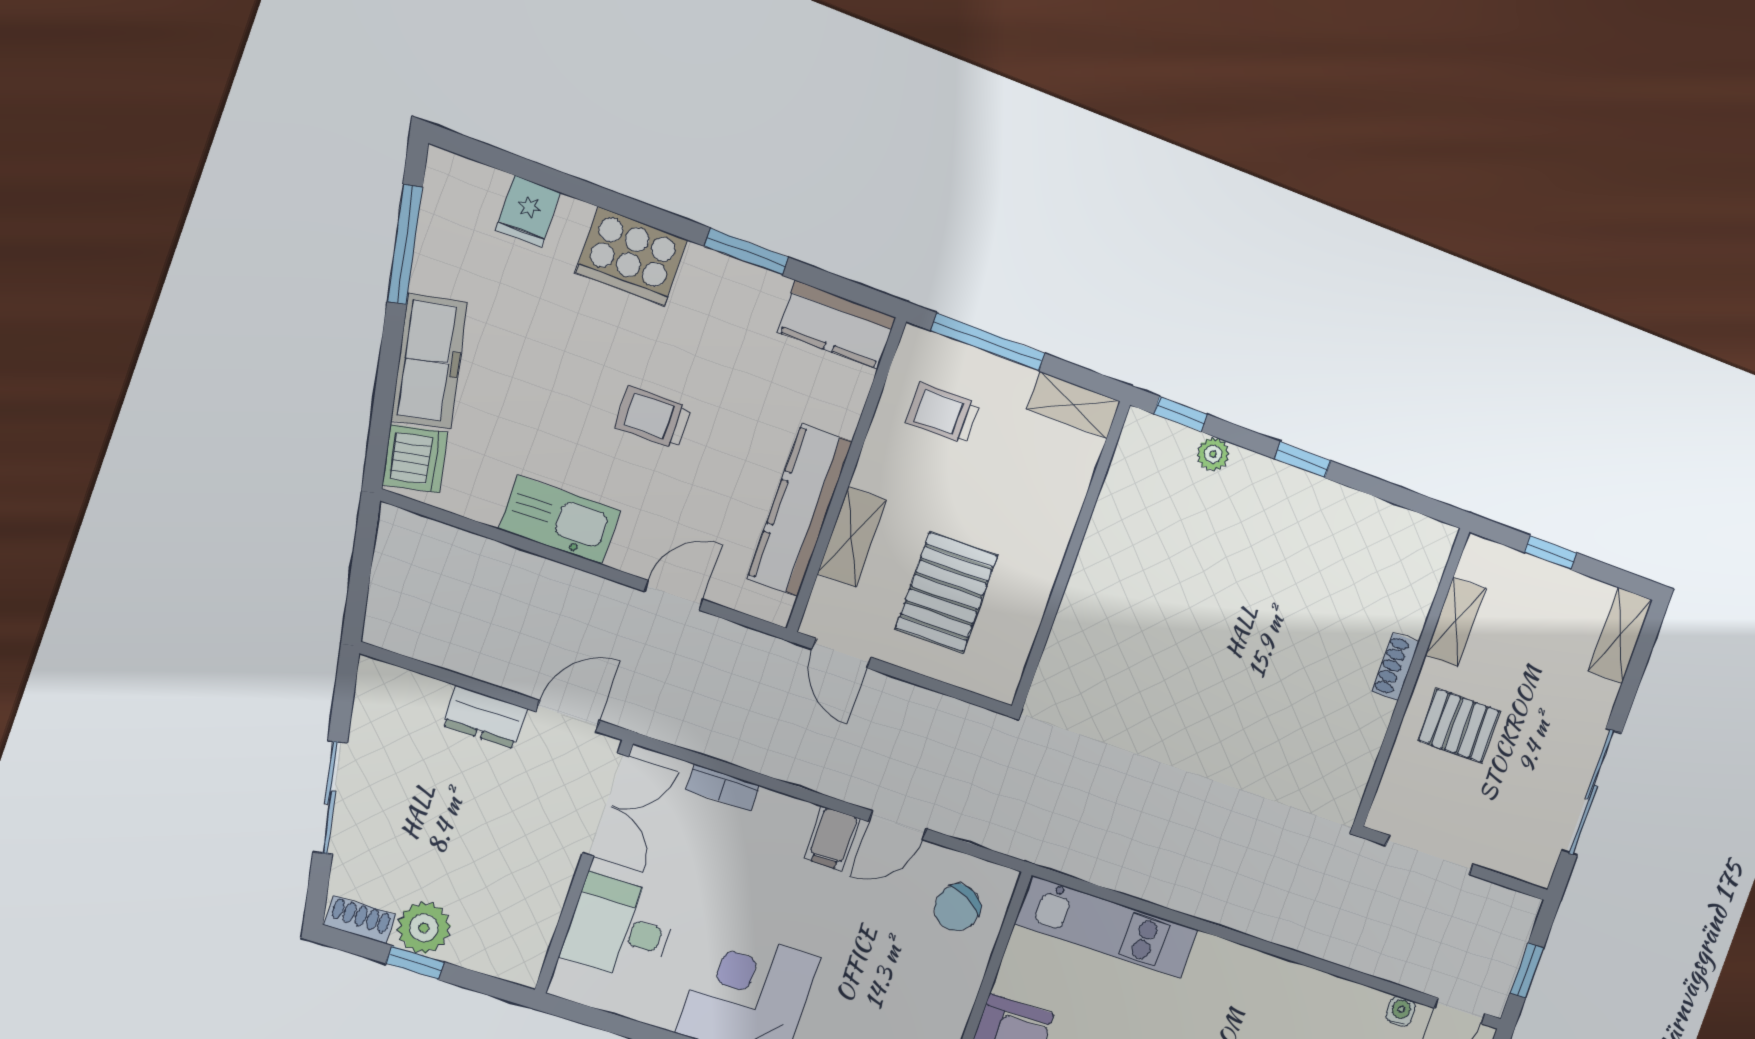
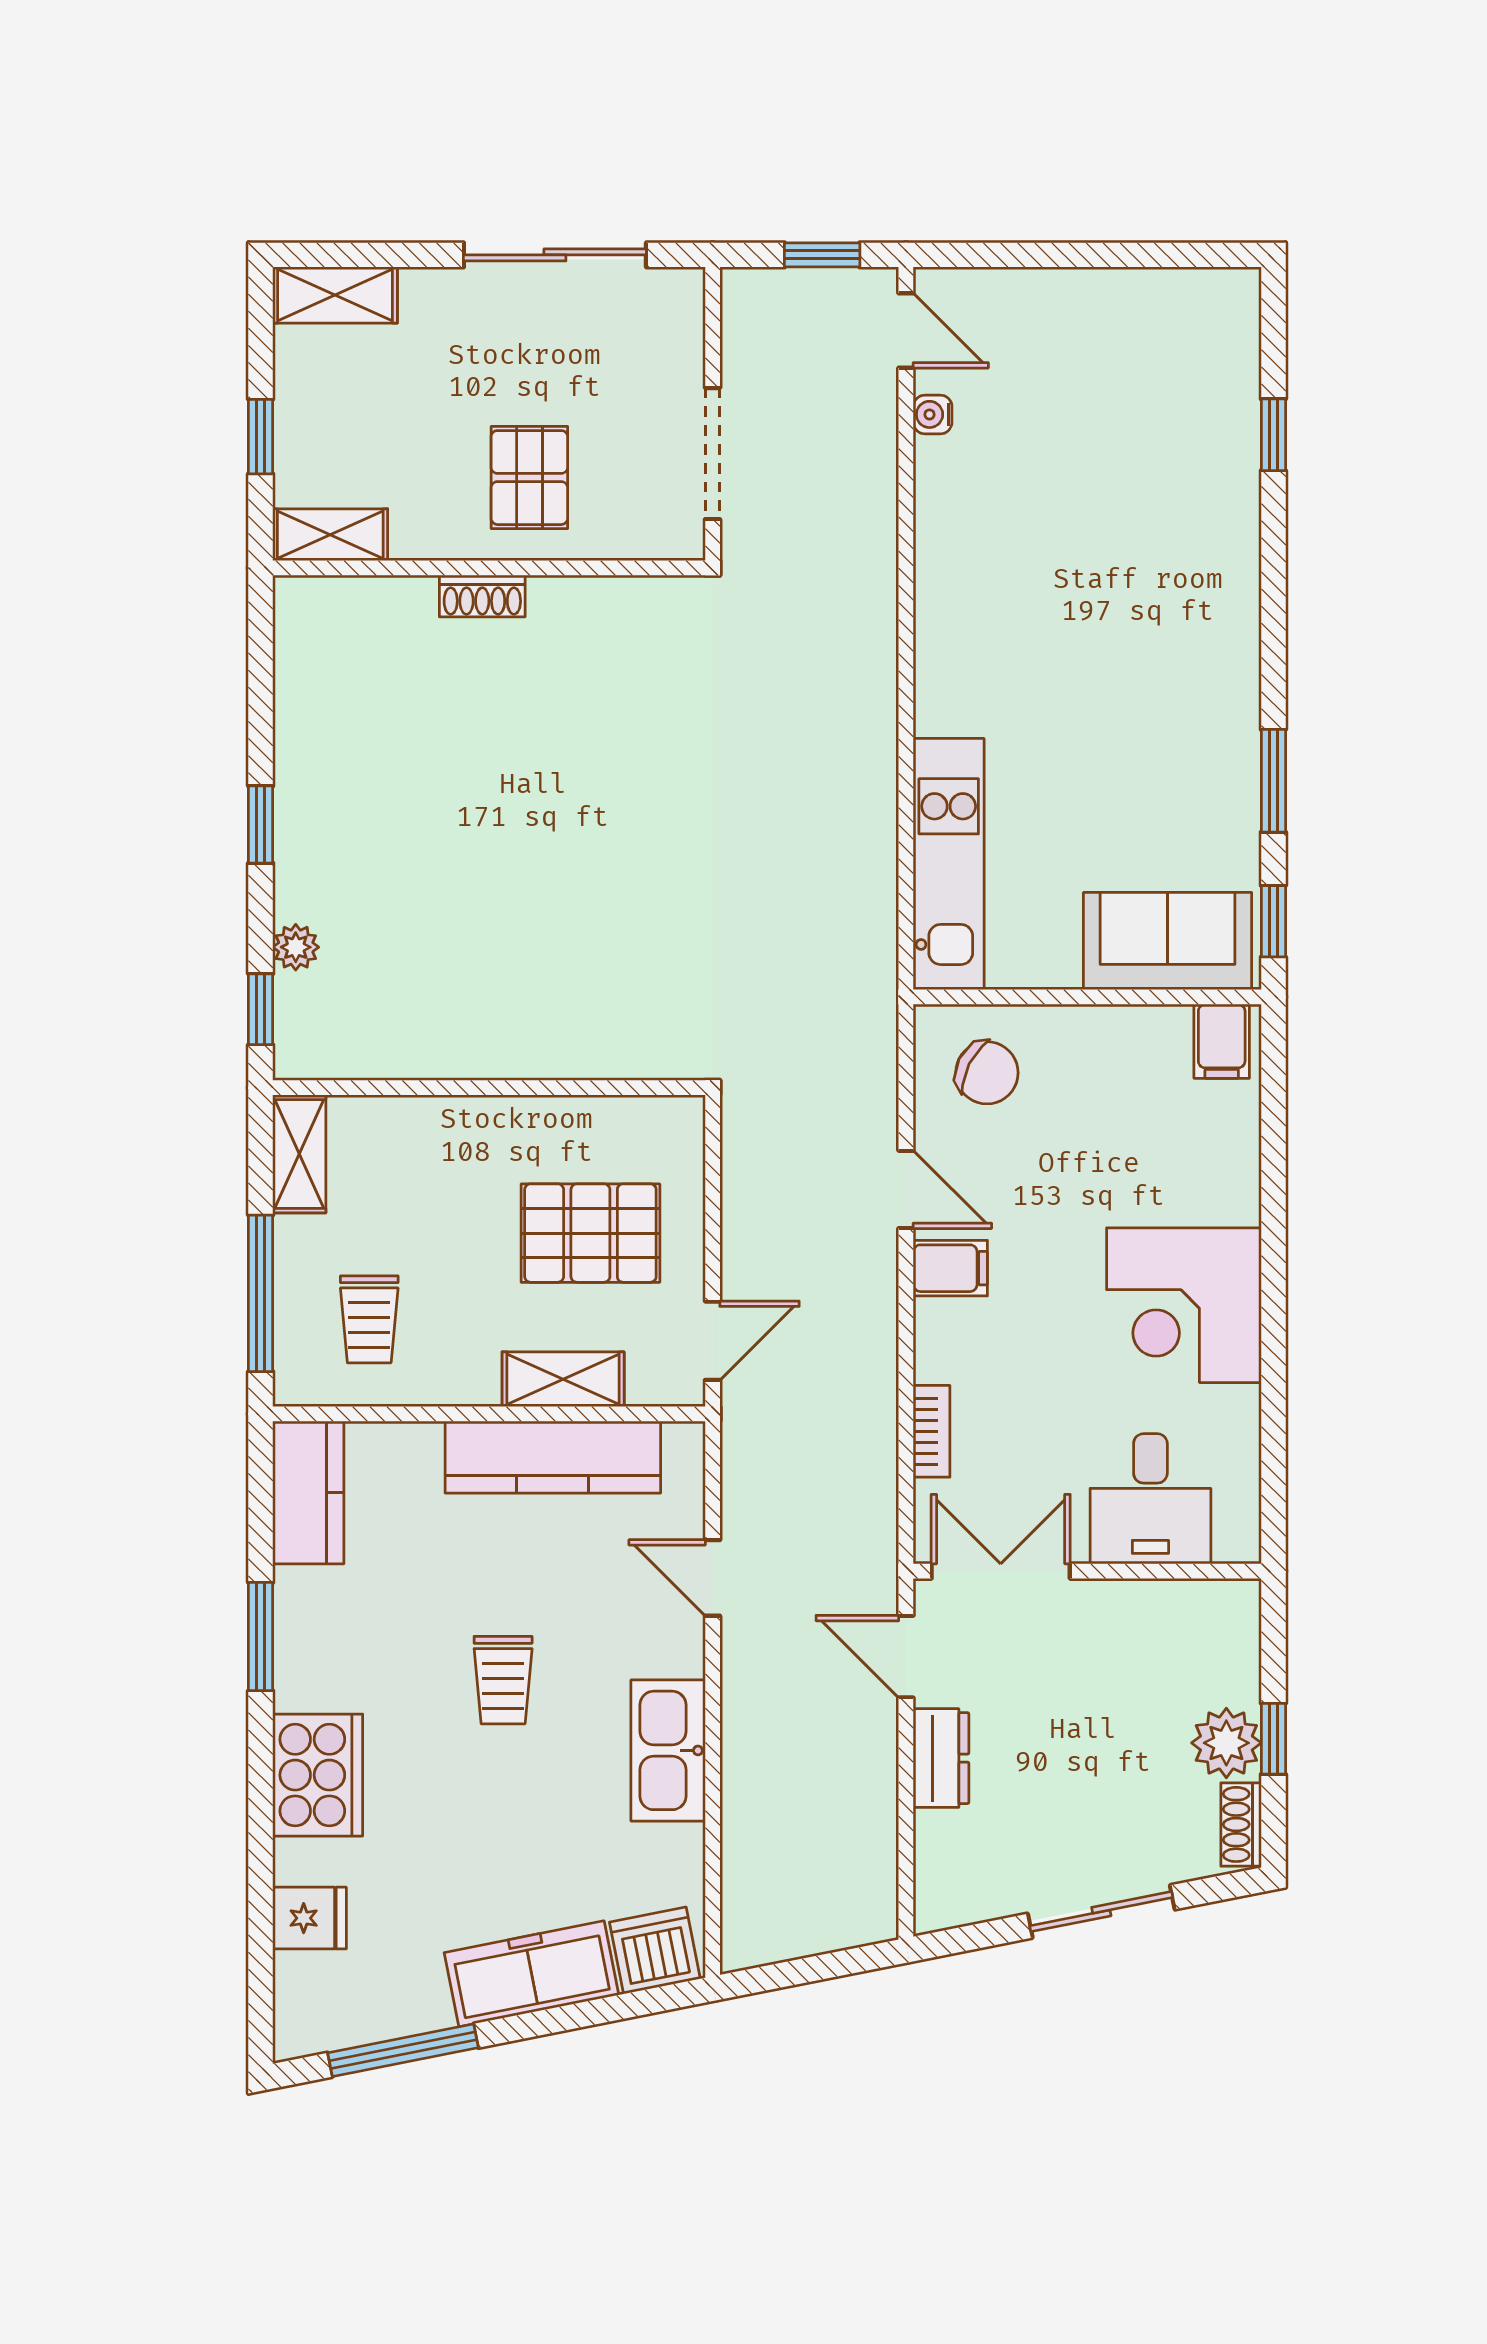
shelving: (1455, 622) -> (330, 535), moved

